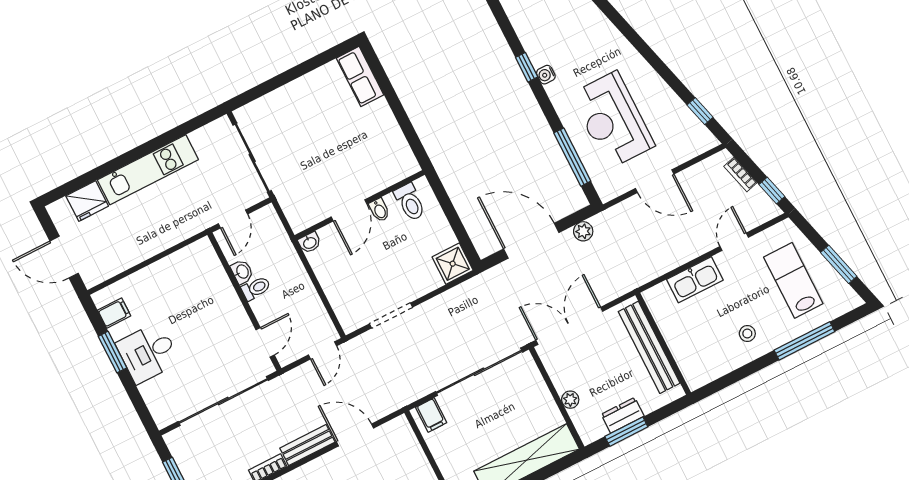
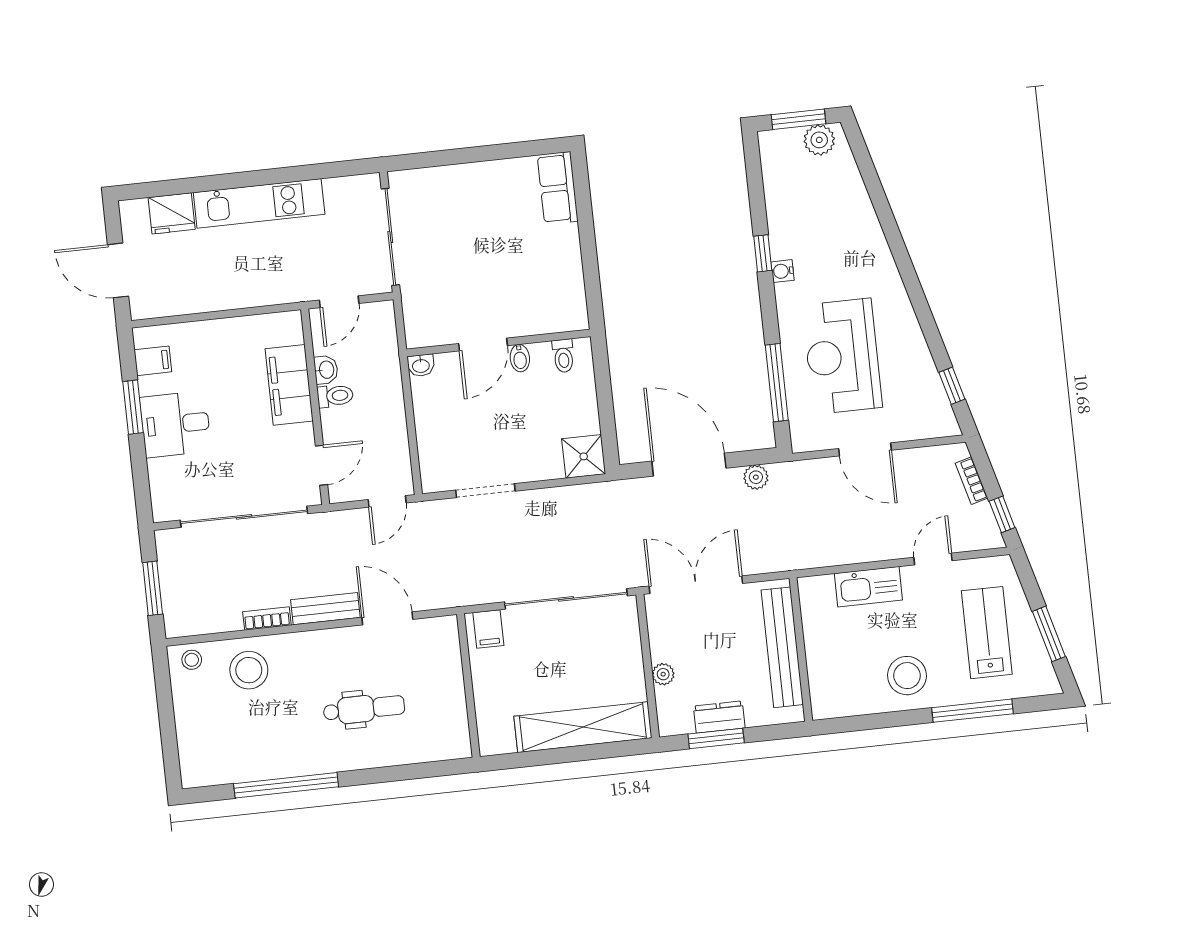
toilet: (410, 202) -> (563, 356), width x0.73, depth x0.72
filing cabinet: (220, 293) -> (289, 385), added
stool: (747, 334) -> (907, 676), width x1.89, depth x1.89

